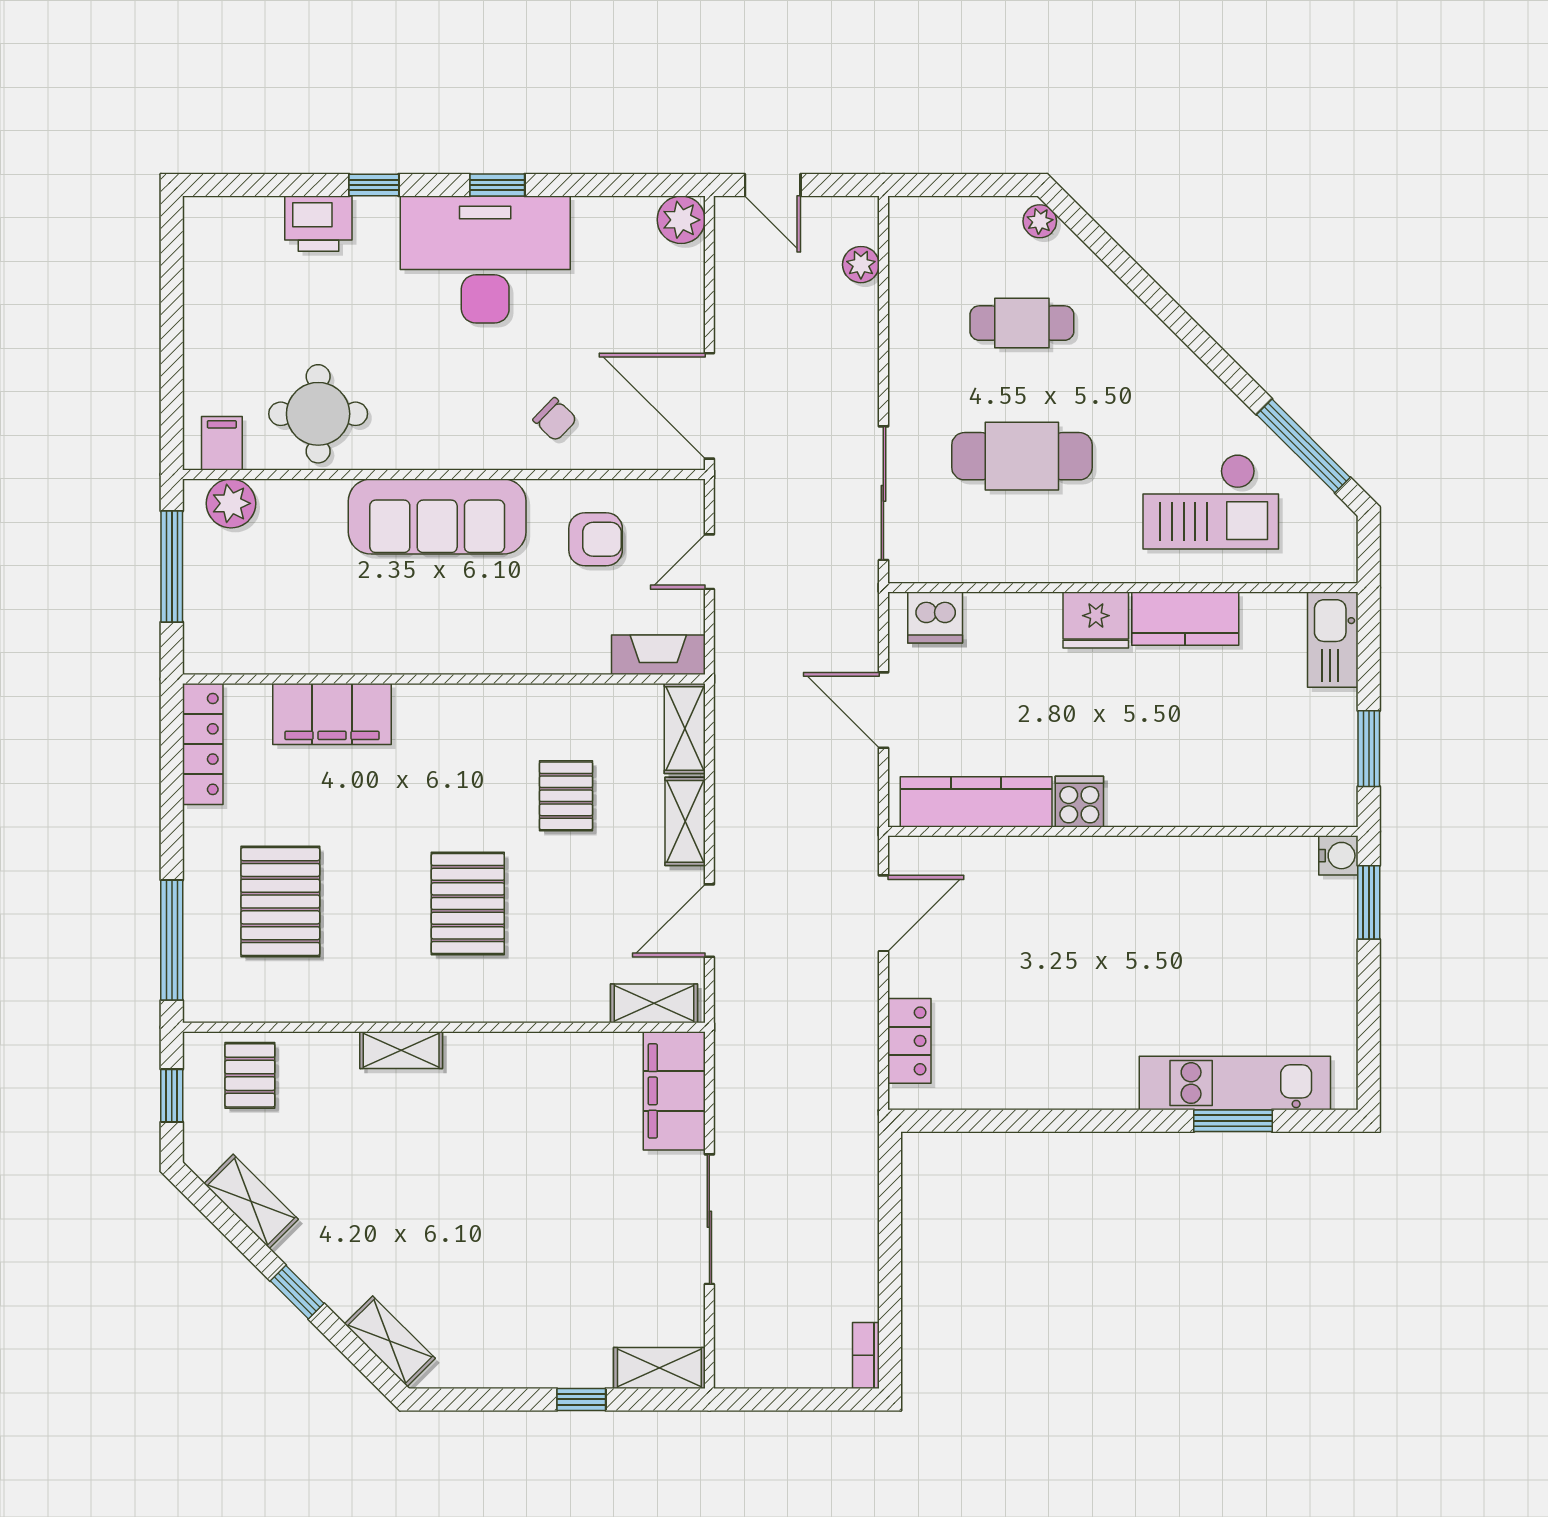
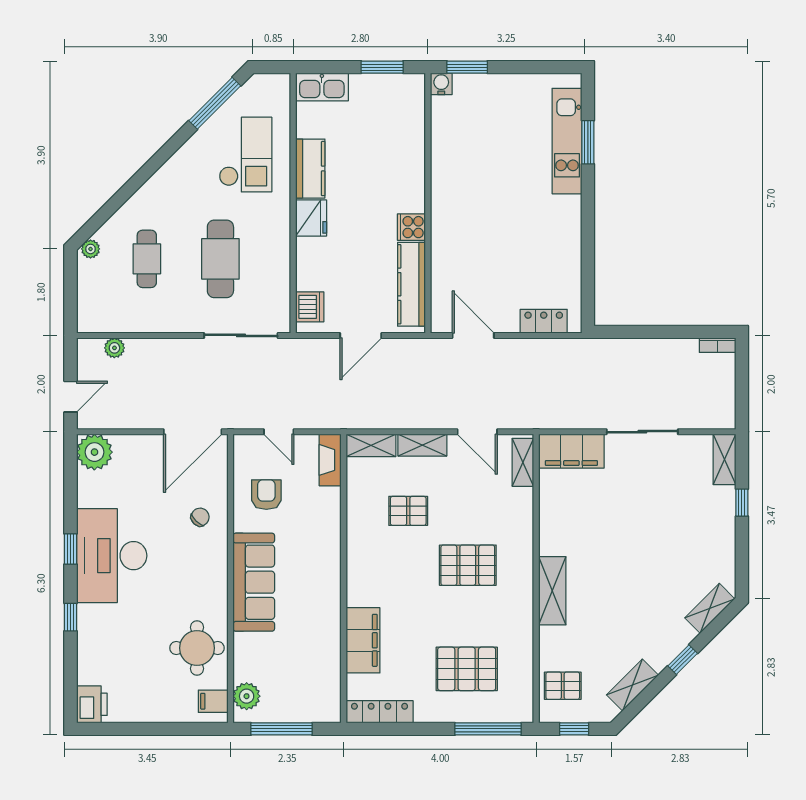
plant: (681, 220) -> (94, 452), width x1.36, depth x1.36
printer: (318, 224) -> (92, 704), moved
shelving: (401, 1050) -> (552, 591), width x1.50, depth x1.33

